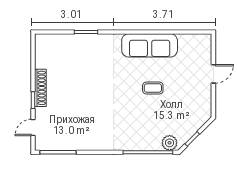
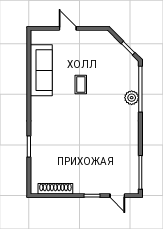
sofa: (150, 45) -> (41, 70), moved
shoe rack: (40, 88) -> (55, 189), moved
plant: (170, 143) -> (132, 98), moved

